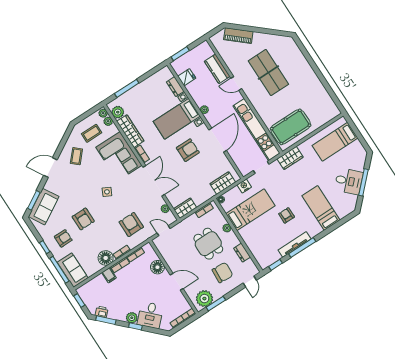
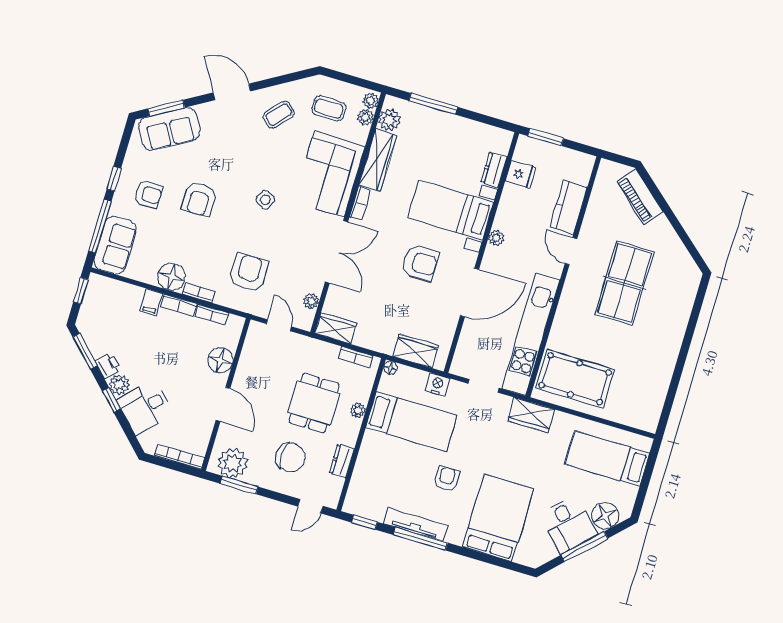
floor lamp: (358, 163) -> (605, 516), added
bed: (321, 208) -> (498, 518), width x1.50
printer: (102, 312) -> (108, 366), moved

